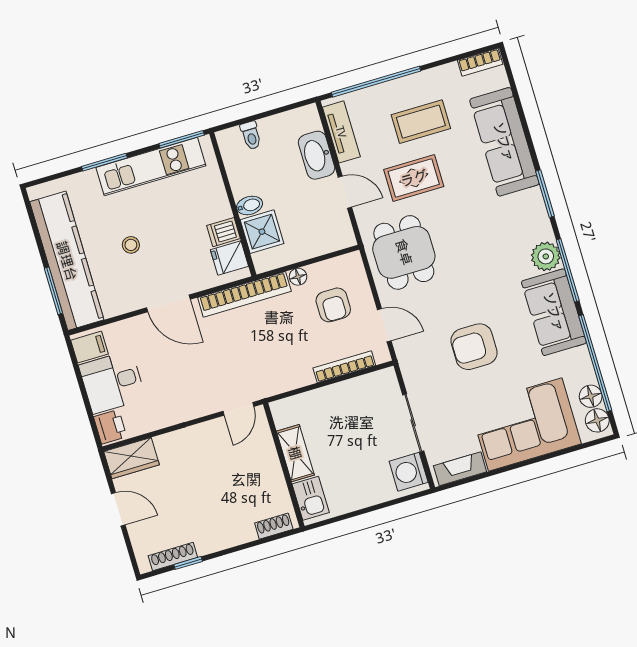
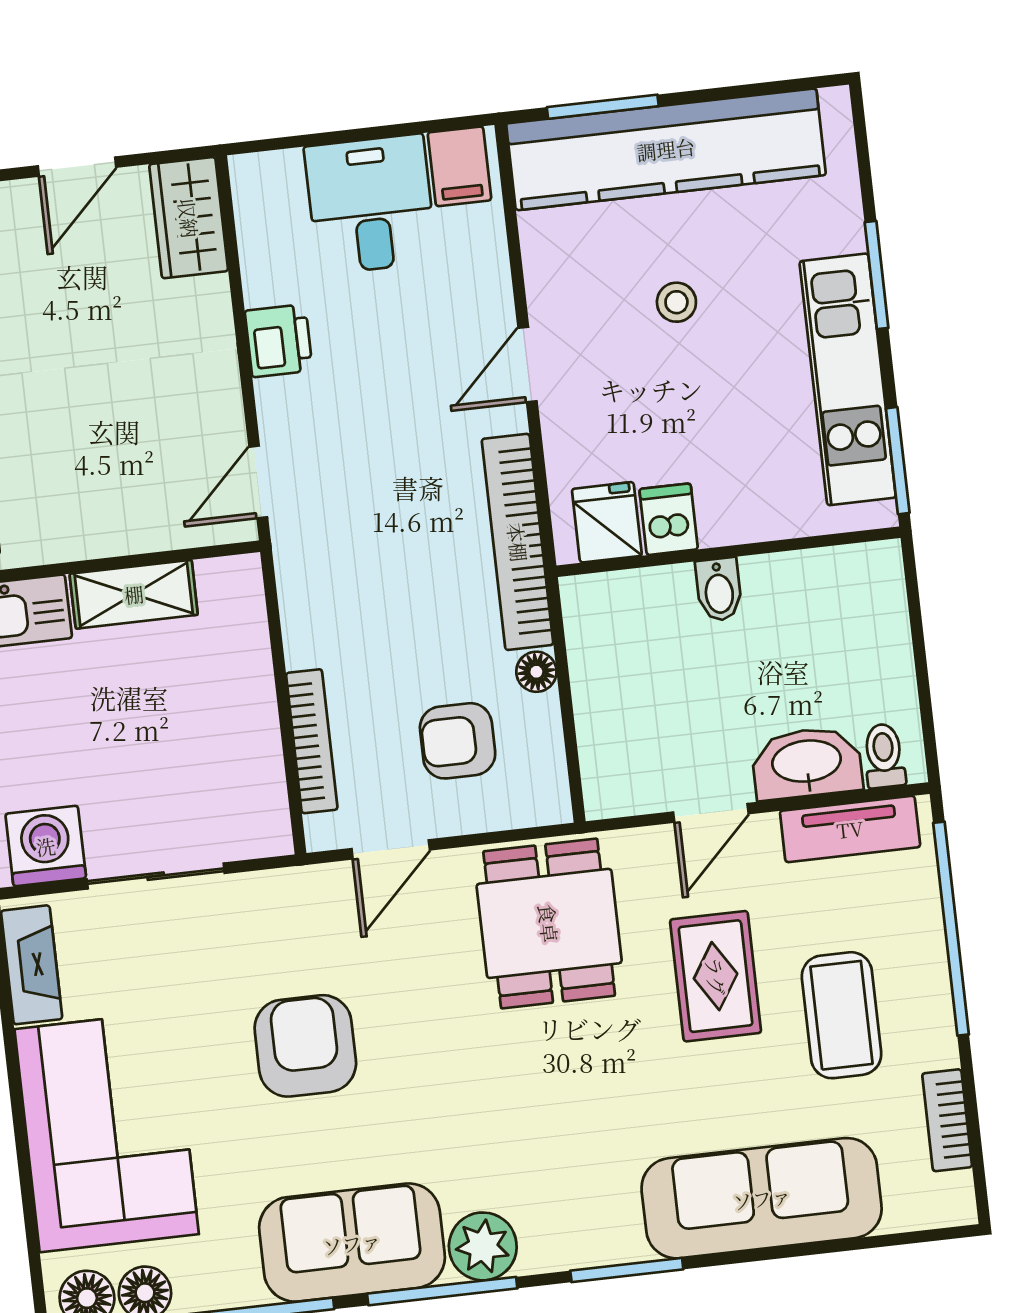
bookcase: (480, 62) -> (947, 1120), moved
toilet: (251, 135) -> (884, 756), moved, turned 90
shower: (262, 232) -> (654, 607), removed
dining table: (404, 252) -> (549, 923), turned 90
door: (168, 303) -> (528, 365), width x0.73
door: (238, 409) -> (258, 482), hinge flipped
printer: (110, 427) -> (279, 341), moved, turned -90

